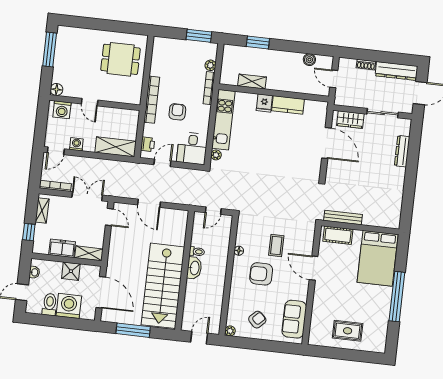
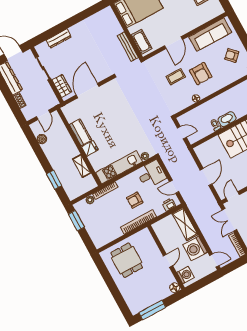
washing machine: (76, 144) -> (195, 249), width x1.89, depth x1.89
sofa: (294, 319) -> (210, 35), width x1.36

